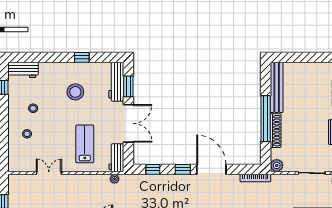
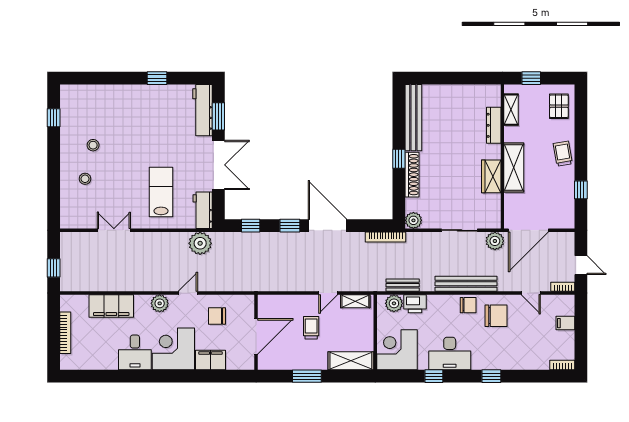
workbench: (23, 70) -> (80, 95), removed
stool: (75, 92) -> (149, 124), removed
window: (266, 119) -> (399, 159), width x0.32
plant: (115, 179) -> (200, 243), width x1.88, depth x1.88

